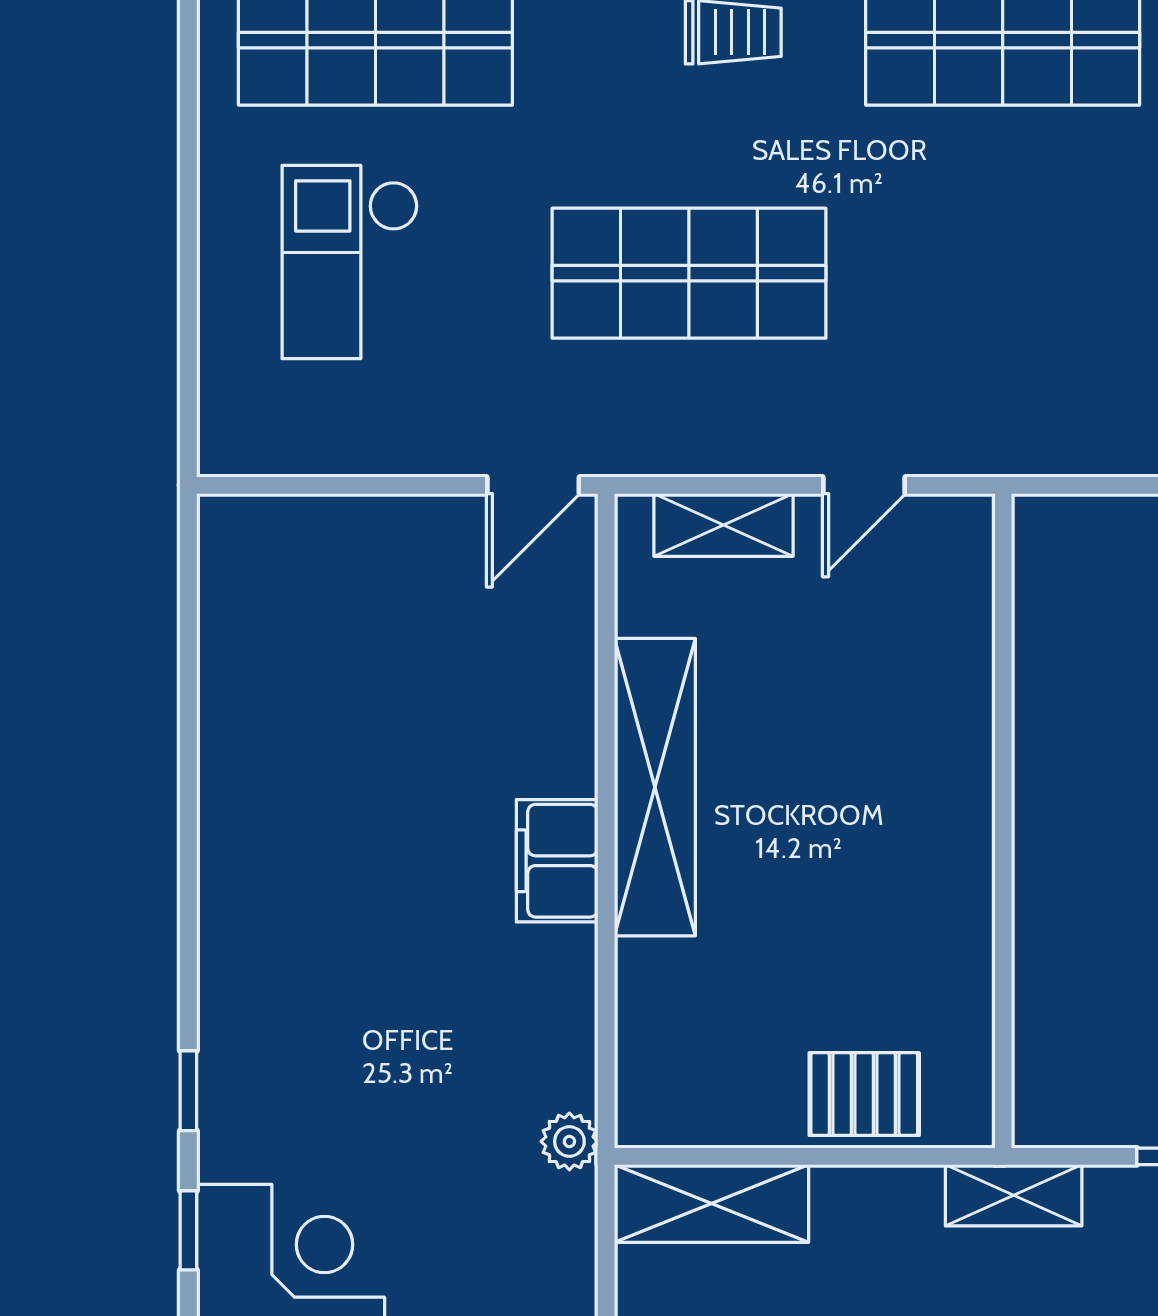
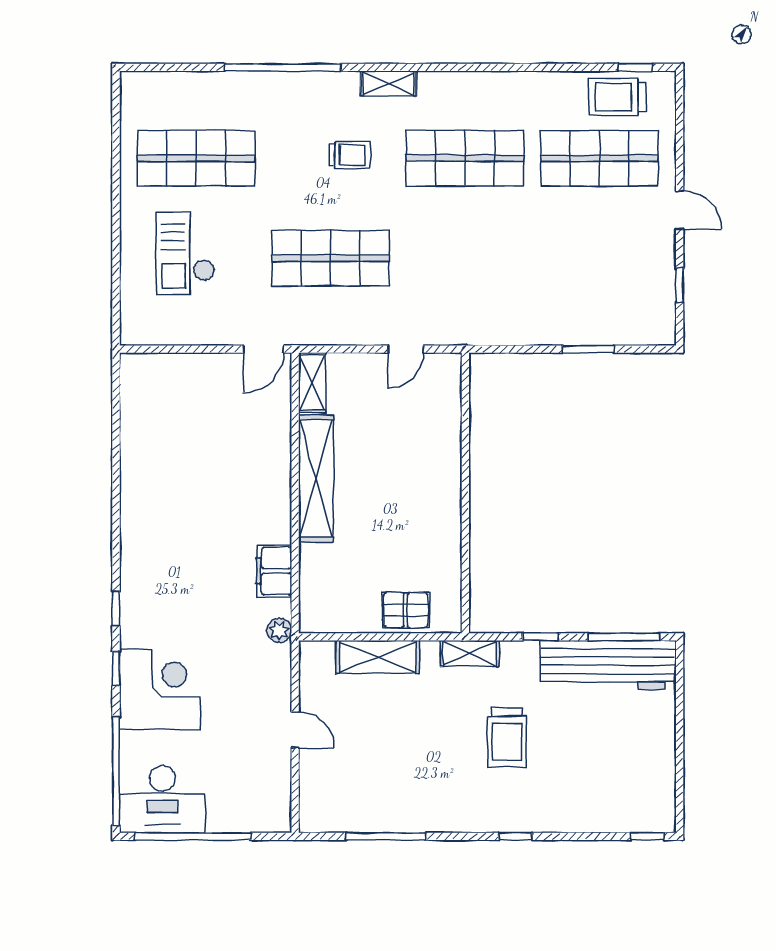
shelving: (724, 525) -> (312, 383), moved, turned 90
filing cabinet: (557, 861) -> (274, 571), moved
shelving: (712, 1203) -> (378, 657), moved

